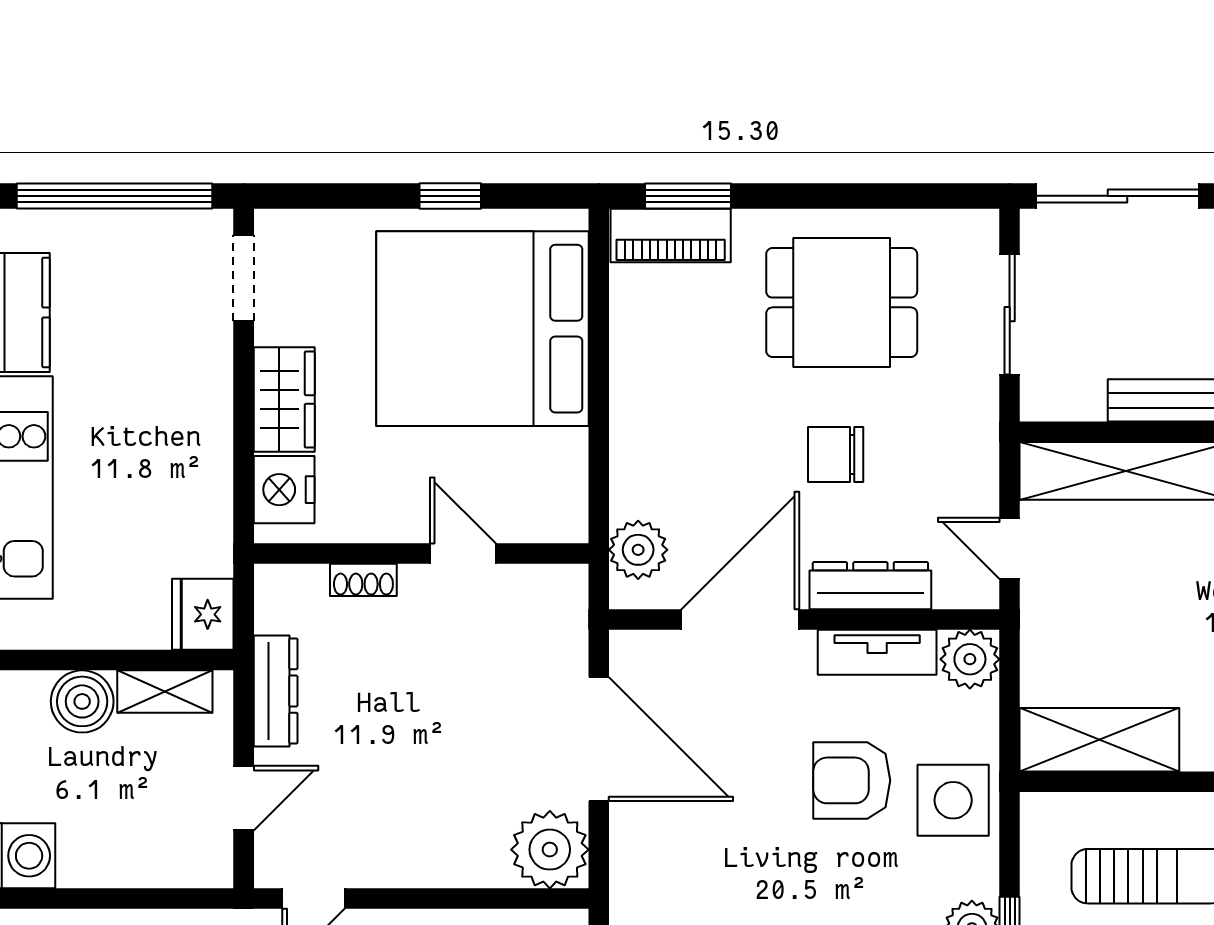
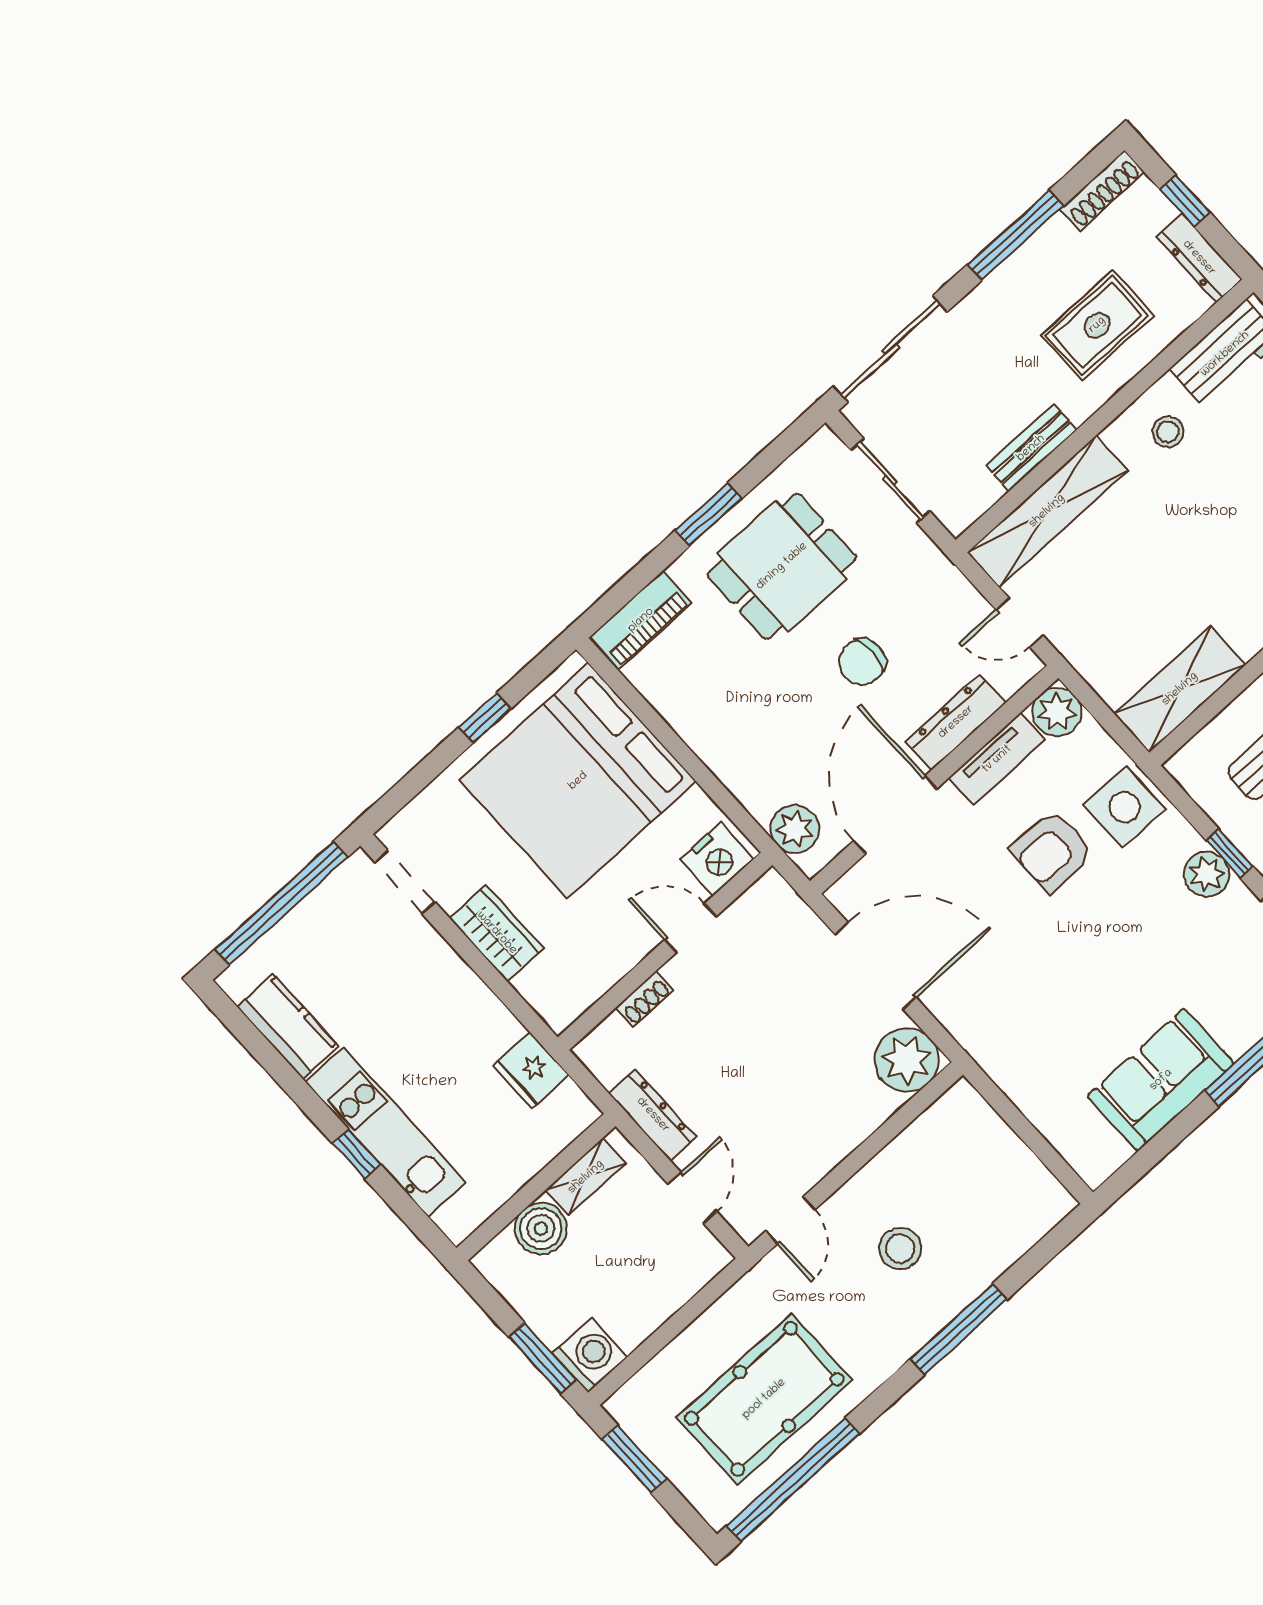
window: (688, 196) -> (709, 514), moved
nightstand: (284, 490) -> (717, 859), moved, turned -90
fridge: (203, 614) -> (531, 1070), moved

